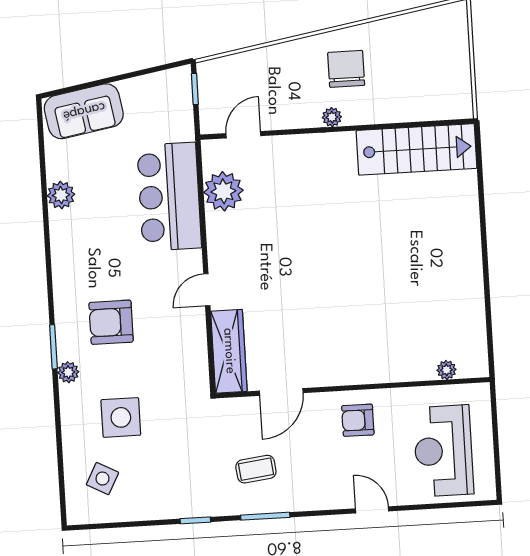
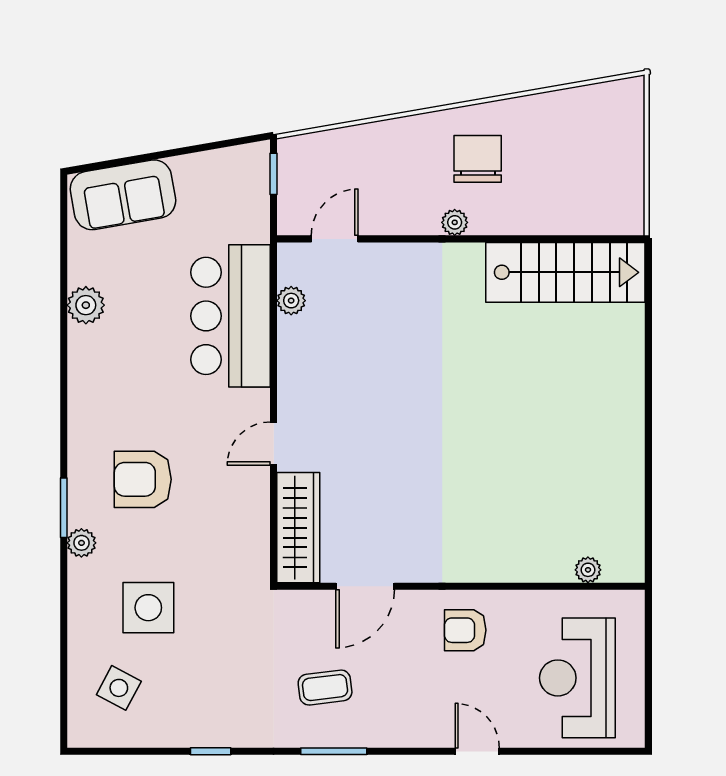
plant: (223, 191) -> (291, 301), width x0.53, depth x0.53
window: (195, 520) -> (211, 751), moved

